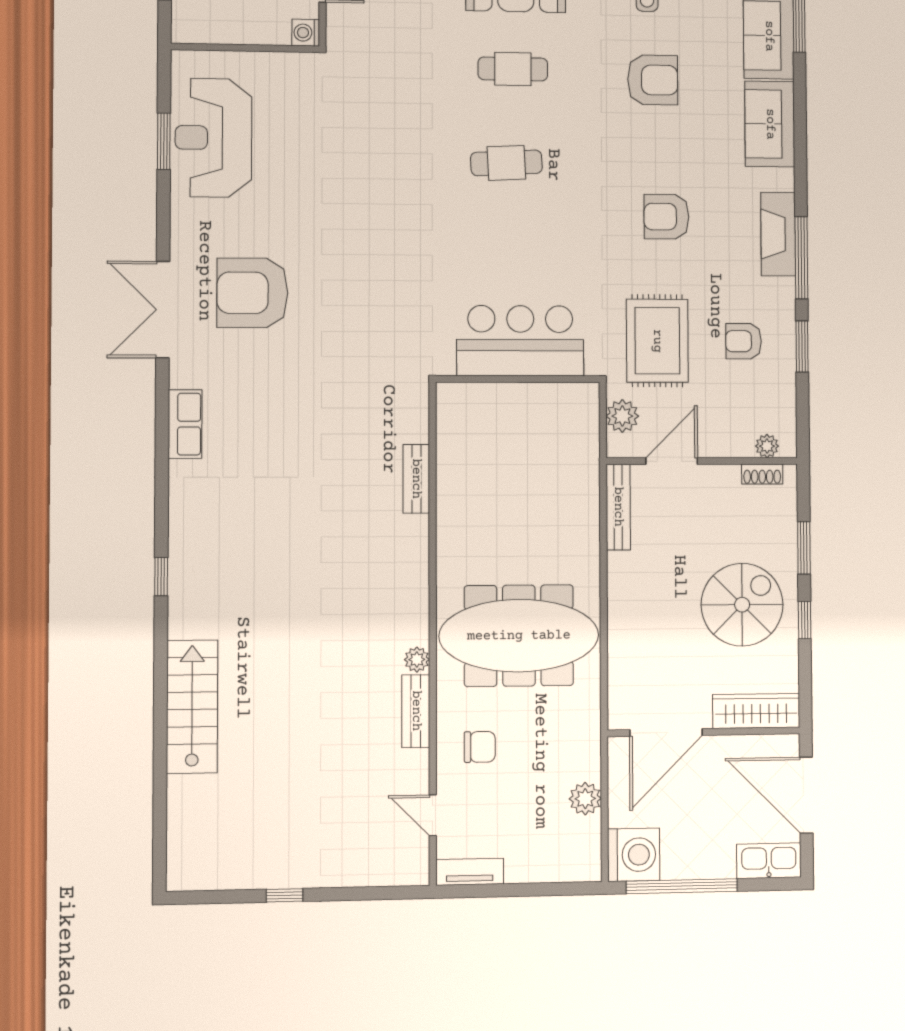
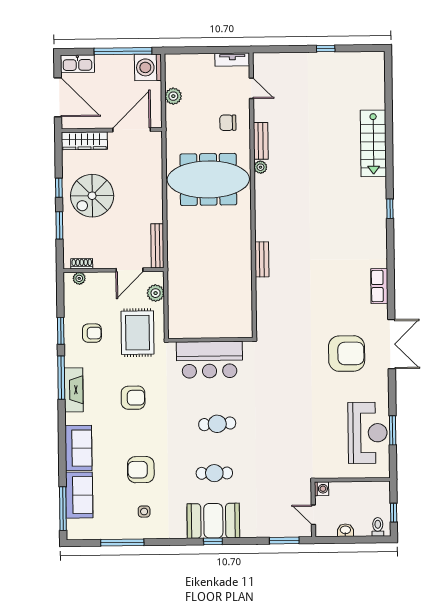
bar counter: (520, 341) -> (209, 360), moved
wall: (518, 379) -> (210, 340), moved

